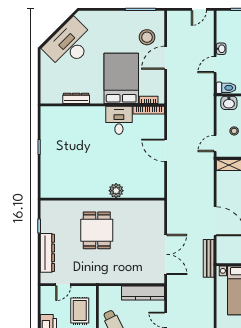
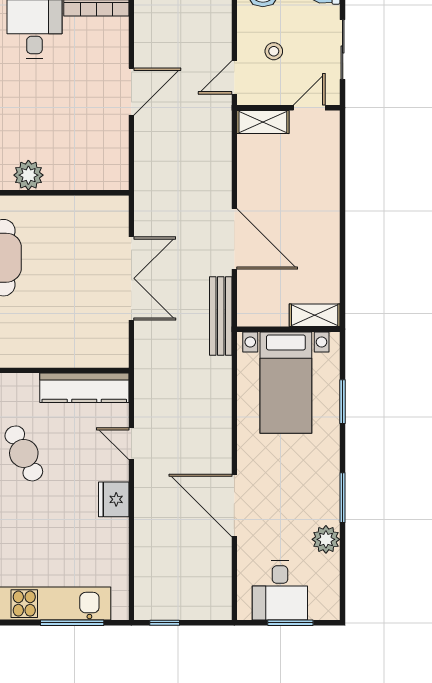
door: (166, 150) -> (131, 92), swing flipped
double door: (166, 254) -> (131, 278), moved

